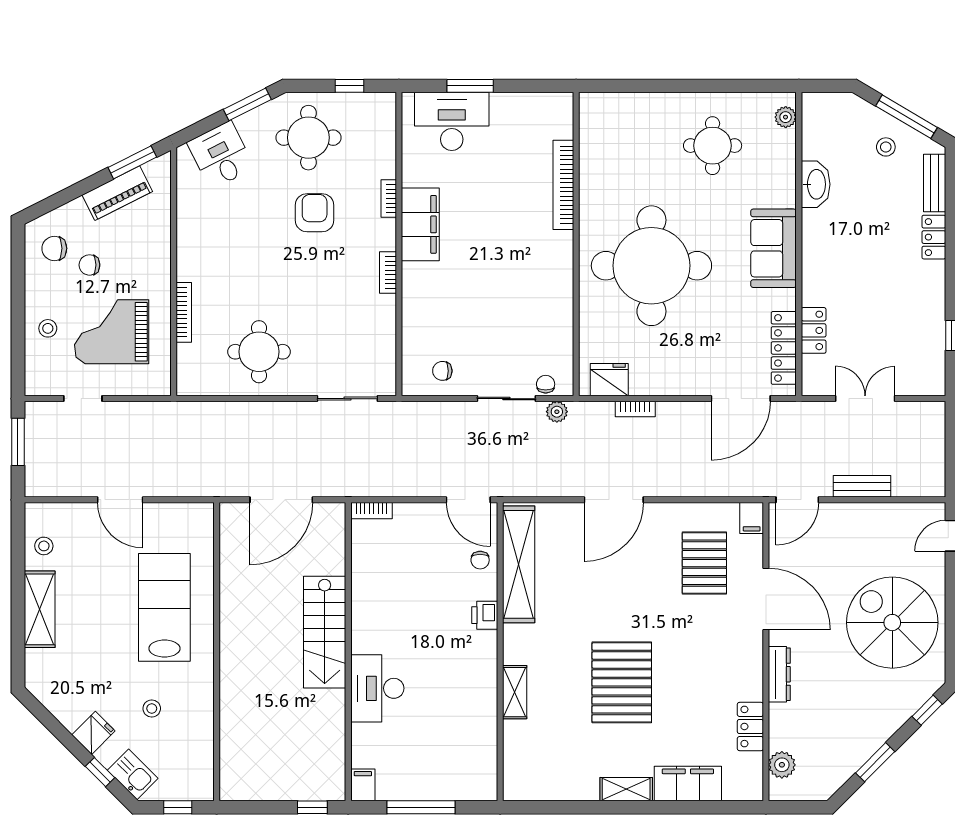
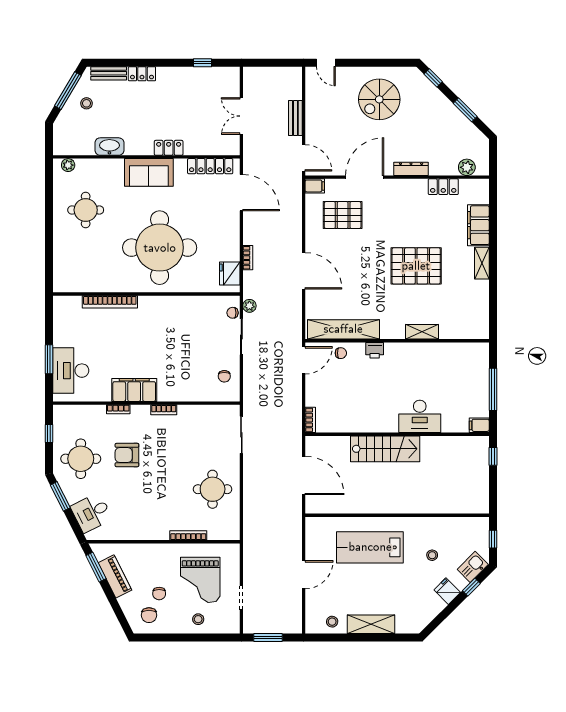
locker: (814, 330) -> (169, 148), moved
spiral stairs: (892, 623) -> (379, 99), width x0.73, depth x0.73

